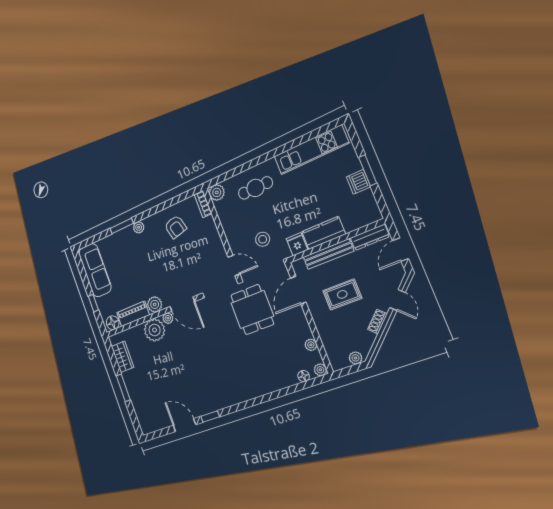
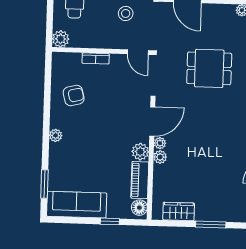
bookcase: (203, 204) -> (96, 58), moved
window: (122, 226) -> (44, 184), moved
door: (234, 266) -> (138, 52), swing flipped
dining table: (252, 310) -> (209, 68), moved
plant: (155, 330) -> (160, 157), width x0.53, depth x0.53

